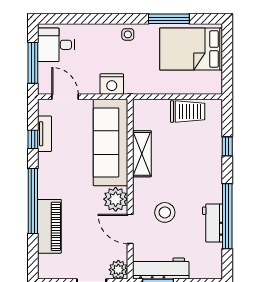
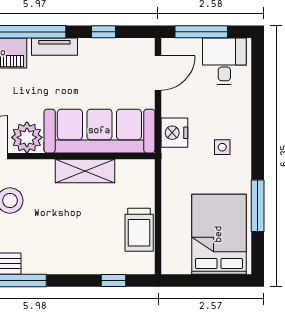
side table: (128, 34) -> (222, 147), moved
tv unit: (45, 134) -> (54, 47), moved
window: (227, 146) -> (114, 280), moved

